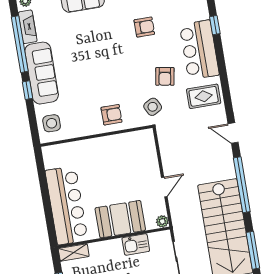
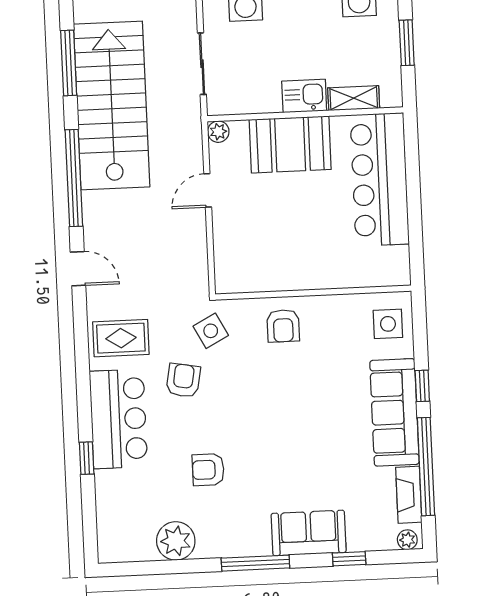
armchair: (111, 115) -> (283, 326), turned -90
kitchen sink: (136, 244) -> (304, 96), moved
shelving: (74, 252) -> (354, 98), moved

